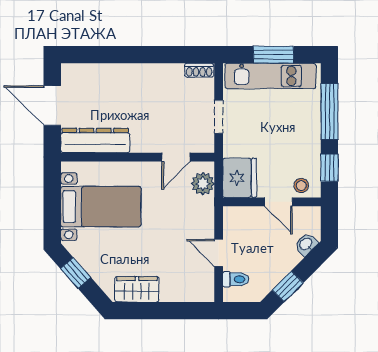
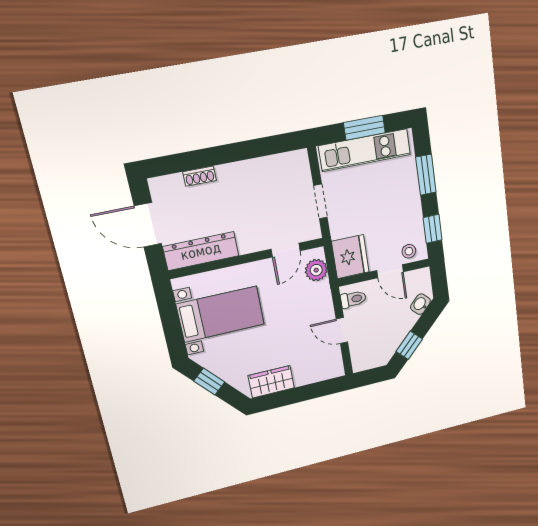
shoe rack: (199, 70) -> (200, 176), moved
window: (329, 112) -> (426, 175), width x0.69
toilet: (236, 279) -> (353, 299), moved

